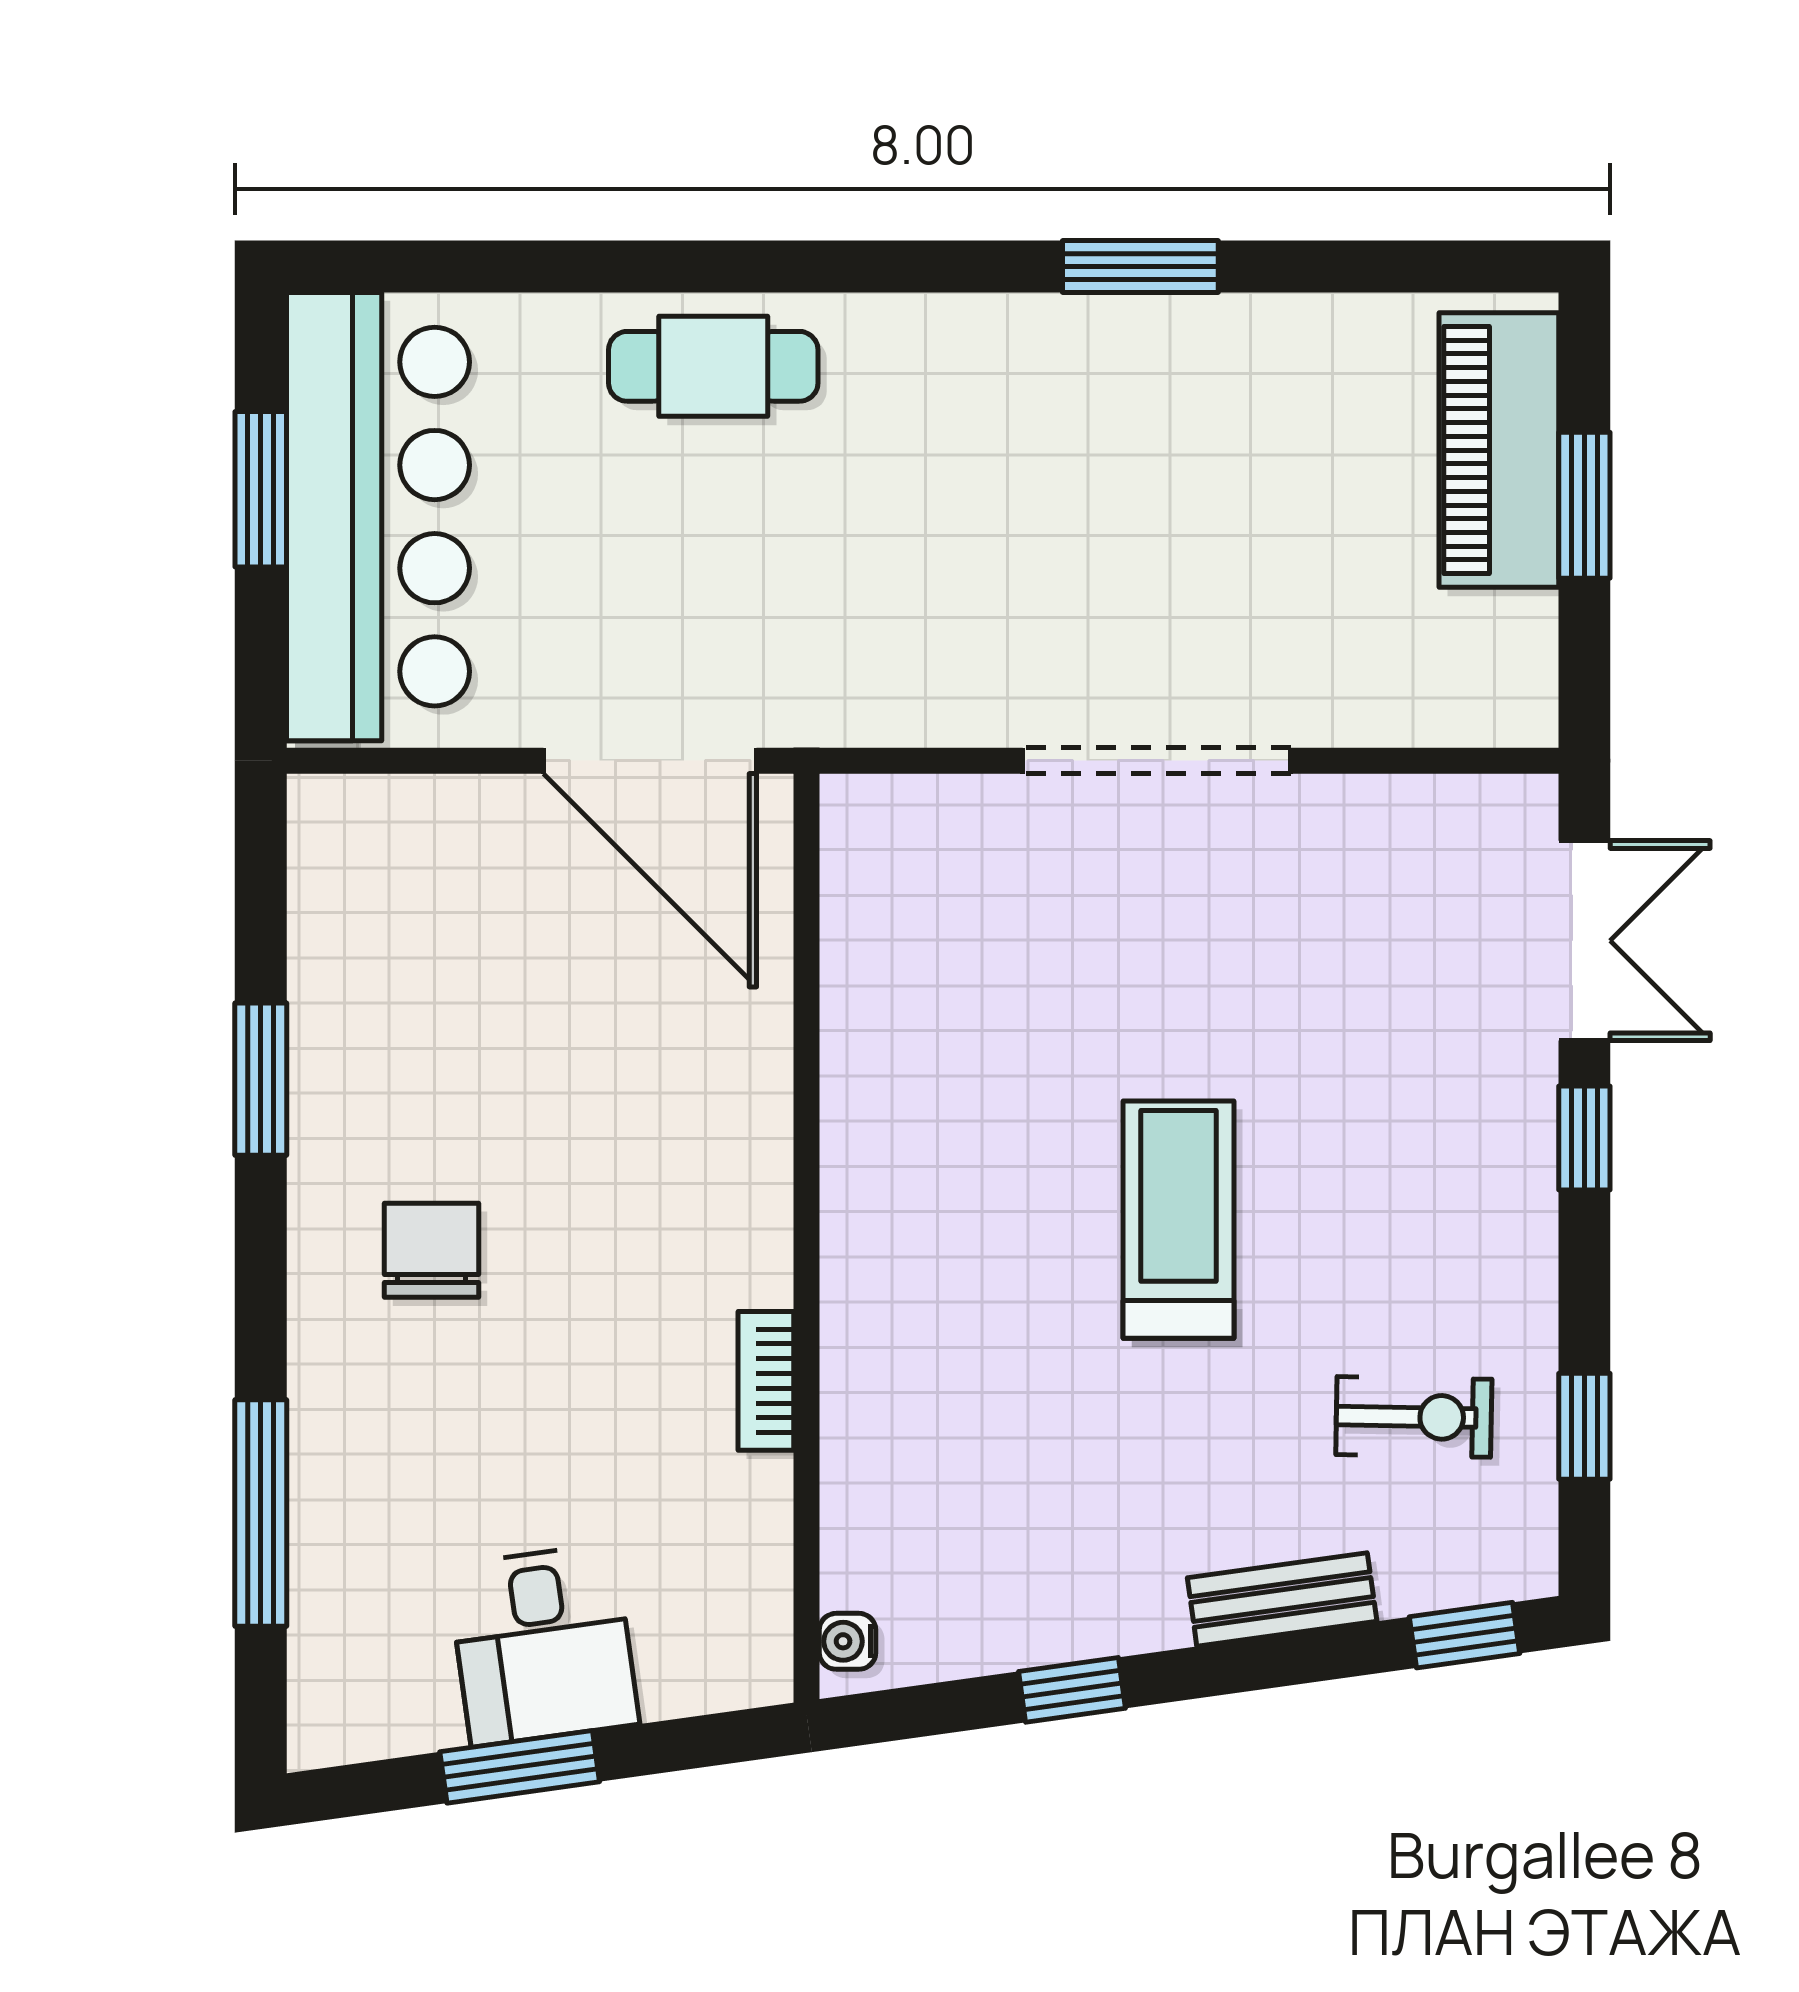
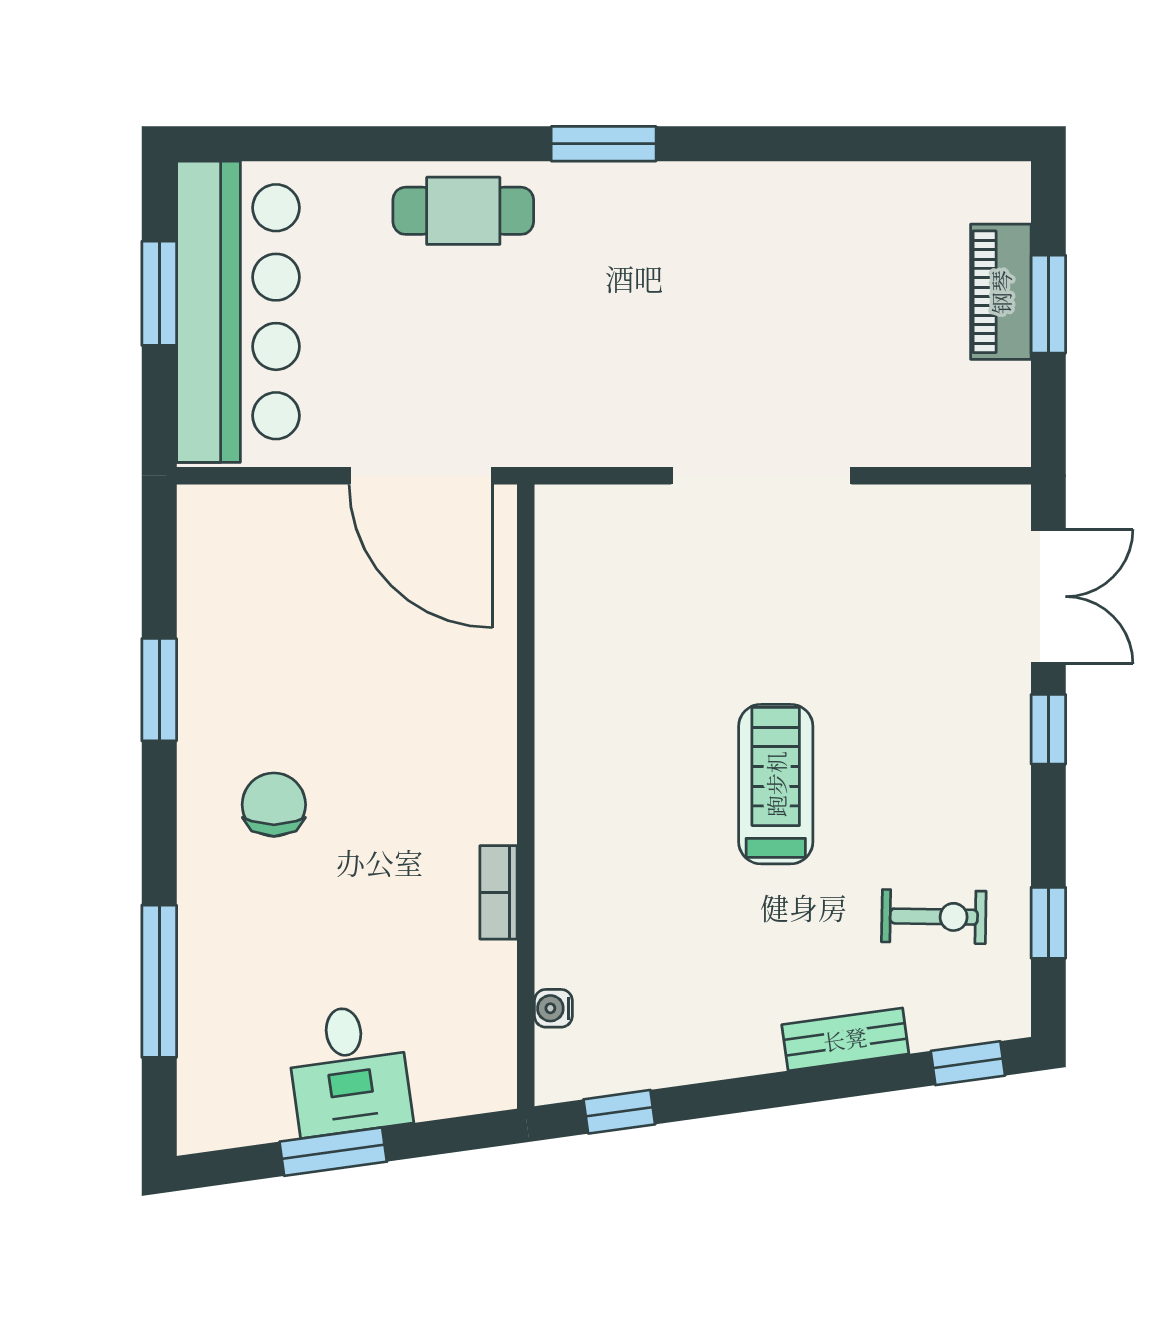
window: (1140, 267) -> (604, 144), moved
piano: (1499, 450) -> (1001, 292), width x0.73, depth x0.75
water cooler: (848, 1641) -> (553, 1008), moved
window: (1072, 1690) -> (619, 1112), moved

